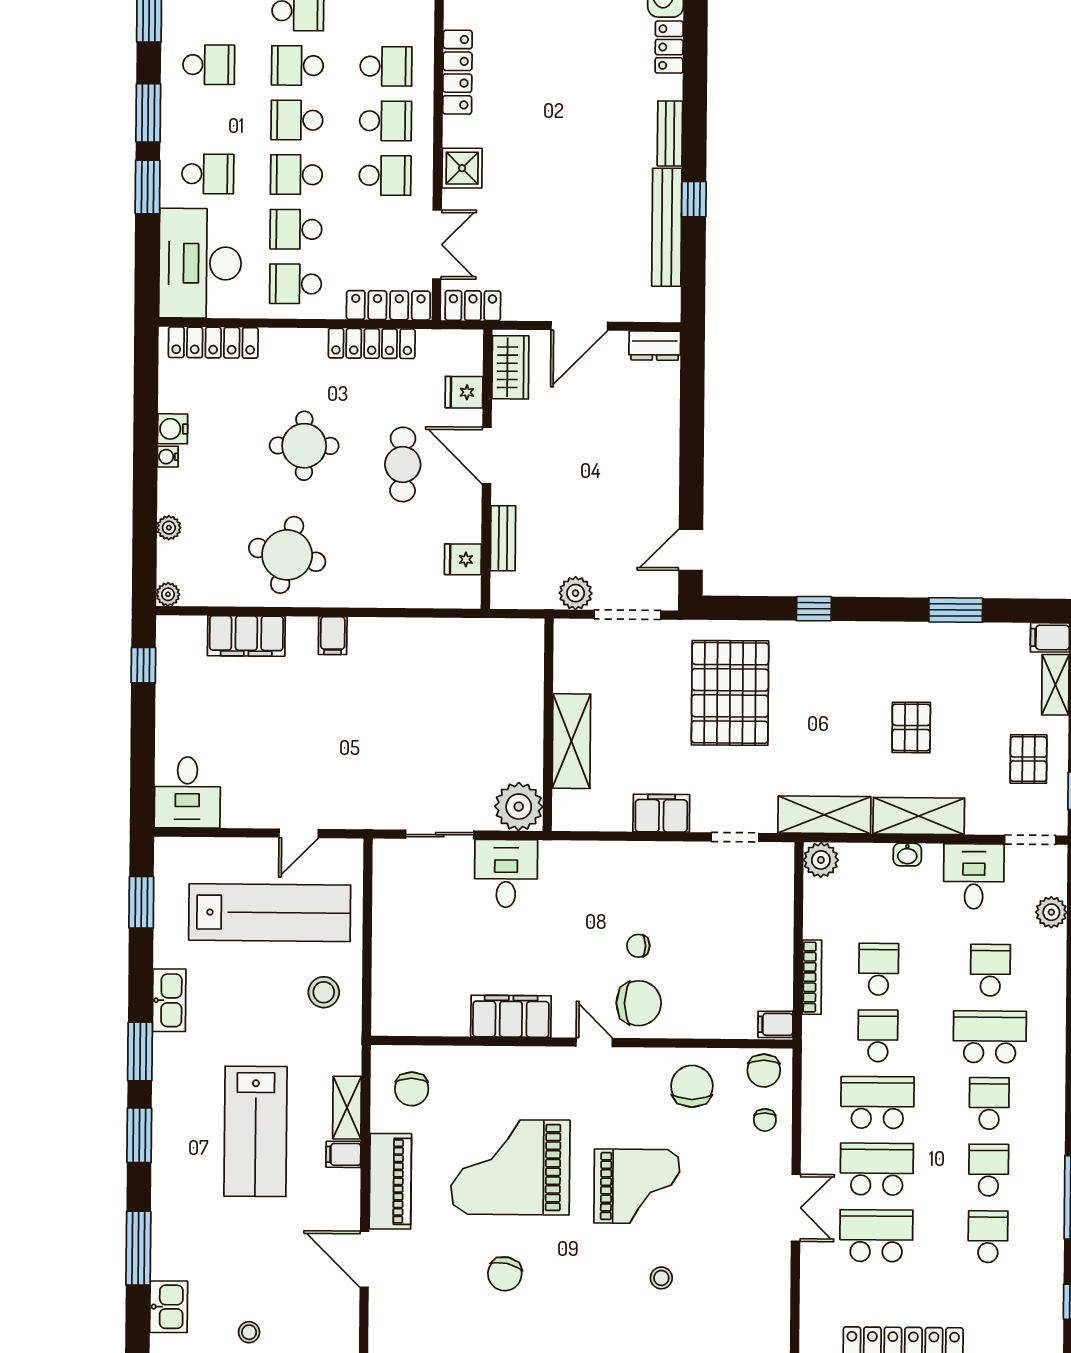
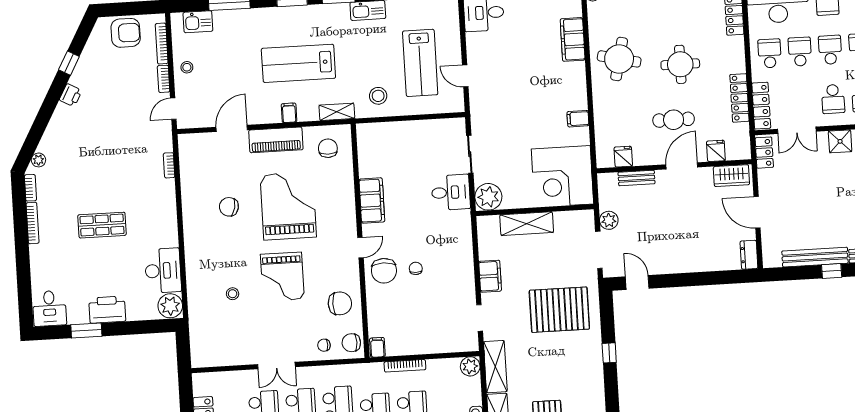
filing cabinet: (333, 636) -> (578, 119), moved
corner desk: (491, 671) -> (562, 176), added
lab bench: (270, 913) -> (420, 63), width x0.73
chair: (412, 1089) -> (328, 148), turned 90
shelving: (347, 1108) -> (337, 112), moved

